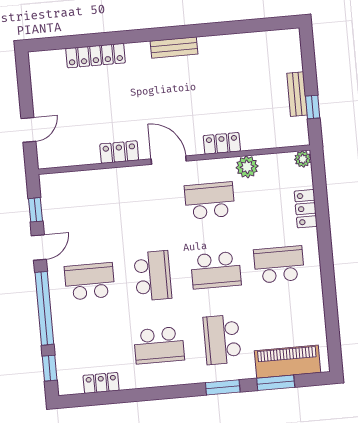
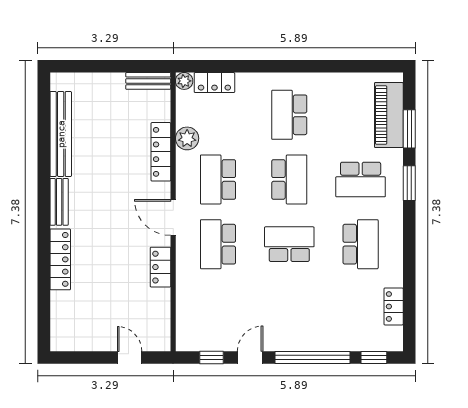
bench: (240, 43) -> (61, 134), added
locker: (96, 56) -> (60, 259), moved
bench: (297, 94) -> (148, 81), moved
window: (313, 107) -> (132, 66), removed
locker: (222, 143) -> (161, 152), width x1.53
door: (169, 160) -> (173, 217), hinge flipped
locker: (306, 209) -> (214, 83), moved
door: (39, 247) -> (250, 357), hinge flipped
school desk: (90, 281) -> (218, 244), moved

